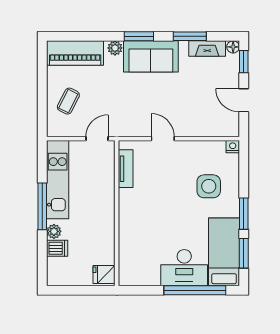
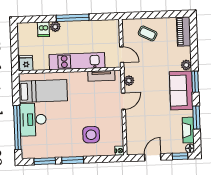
piano: (75, 53) -> (184, 32), width x0.73, depth x0.75
plant: (134, 130) -> (129, 81), added
kitchen unit: (58, 180) -> (77, 61), moved, turned 180
bed: (224, 252) -> (43, 91), moved

